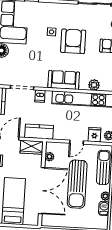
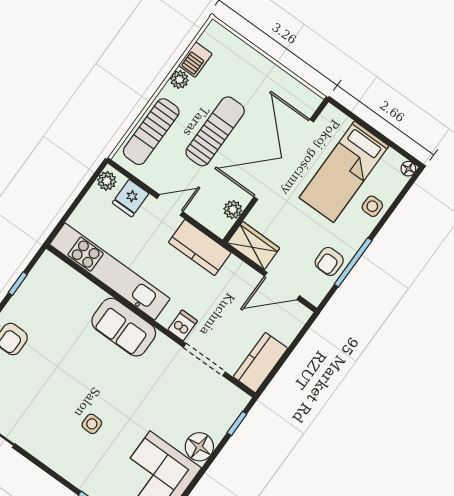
armchair: (73, 41) -> (65, 384), removed
plant: (94, 85) -> (77, 285), removed
kitchen counter: (39, 132) -> (200, 248), moved
sun lounger: (77, 184) -> (215, 131), width x0.73, depth x0.75

